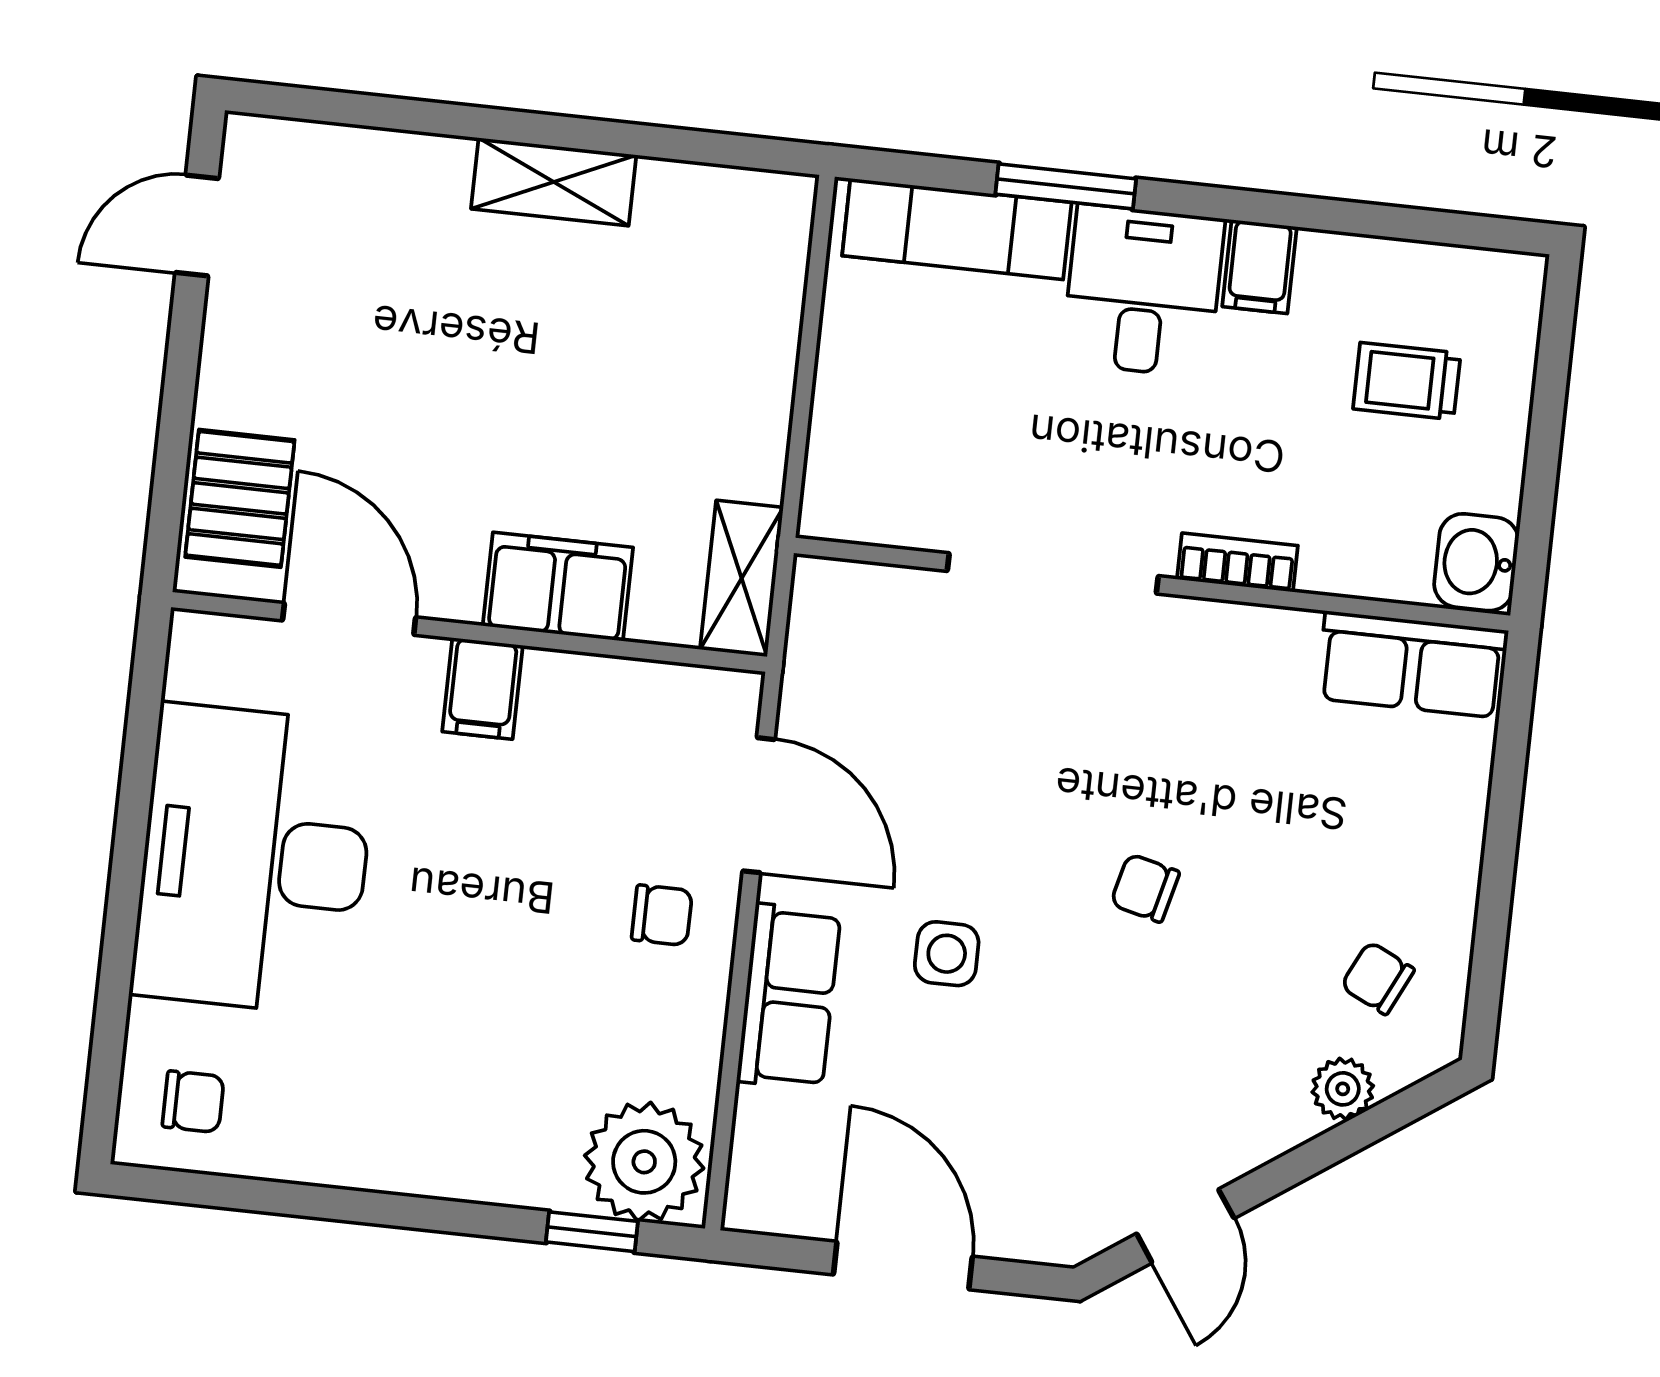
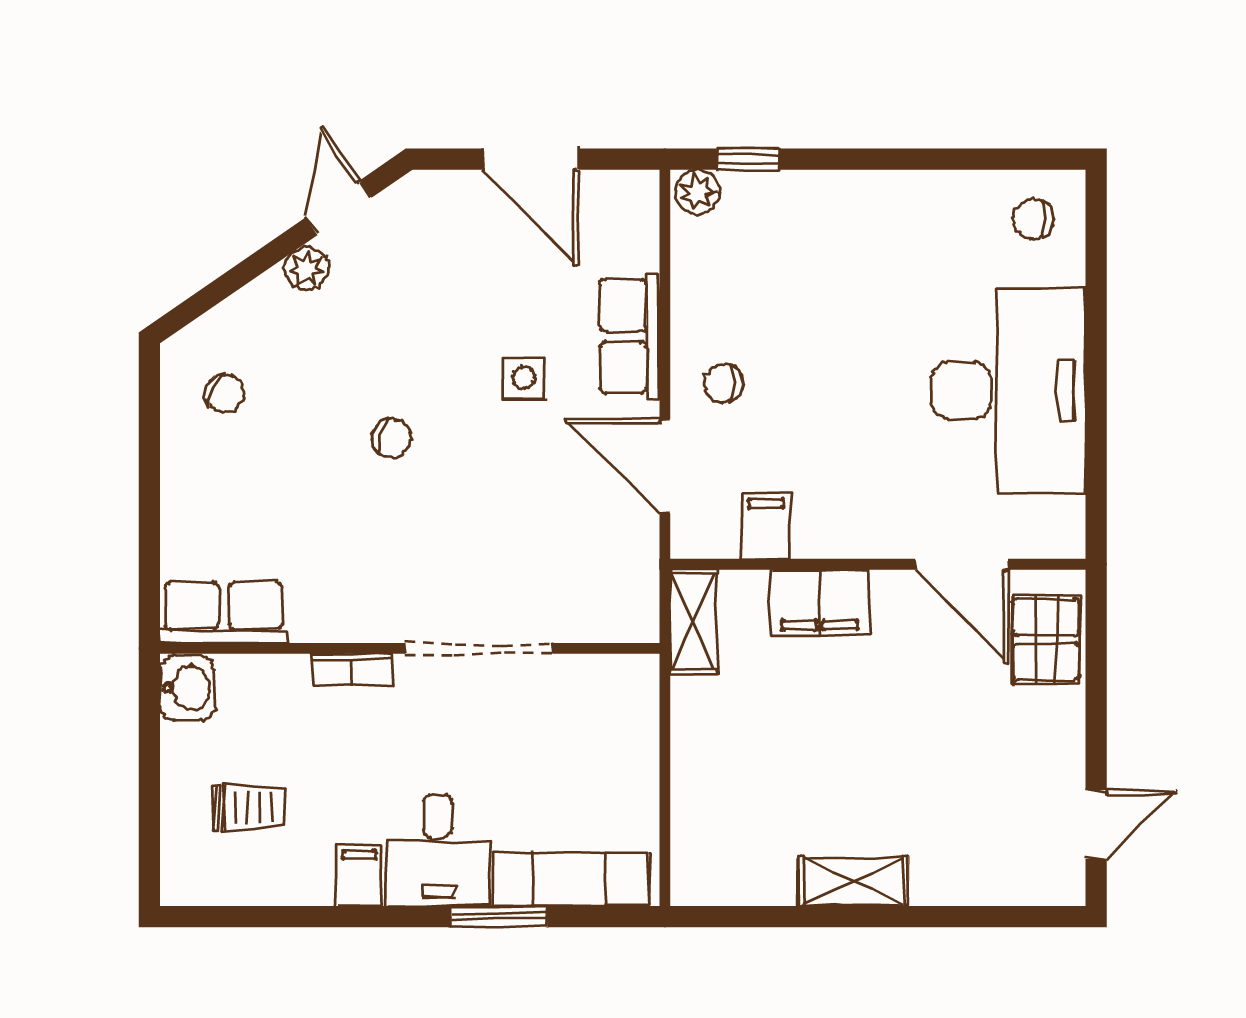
filing cabinet: (482, 689) -> (766, 526), moved
plant: (1343, 1089) -> (306, 269), moved
plant: (644, 1162) -> (698, 192), width x0.53, depth x0.53

